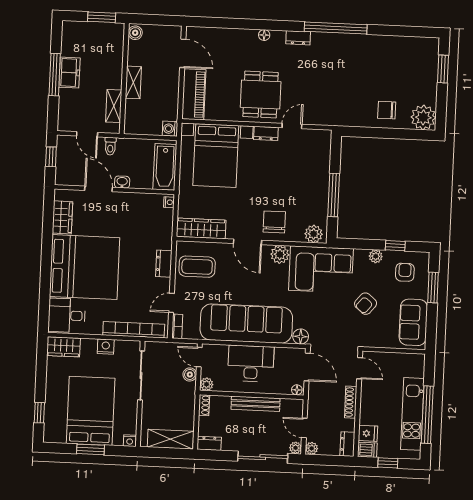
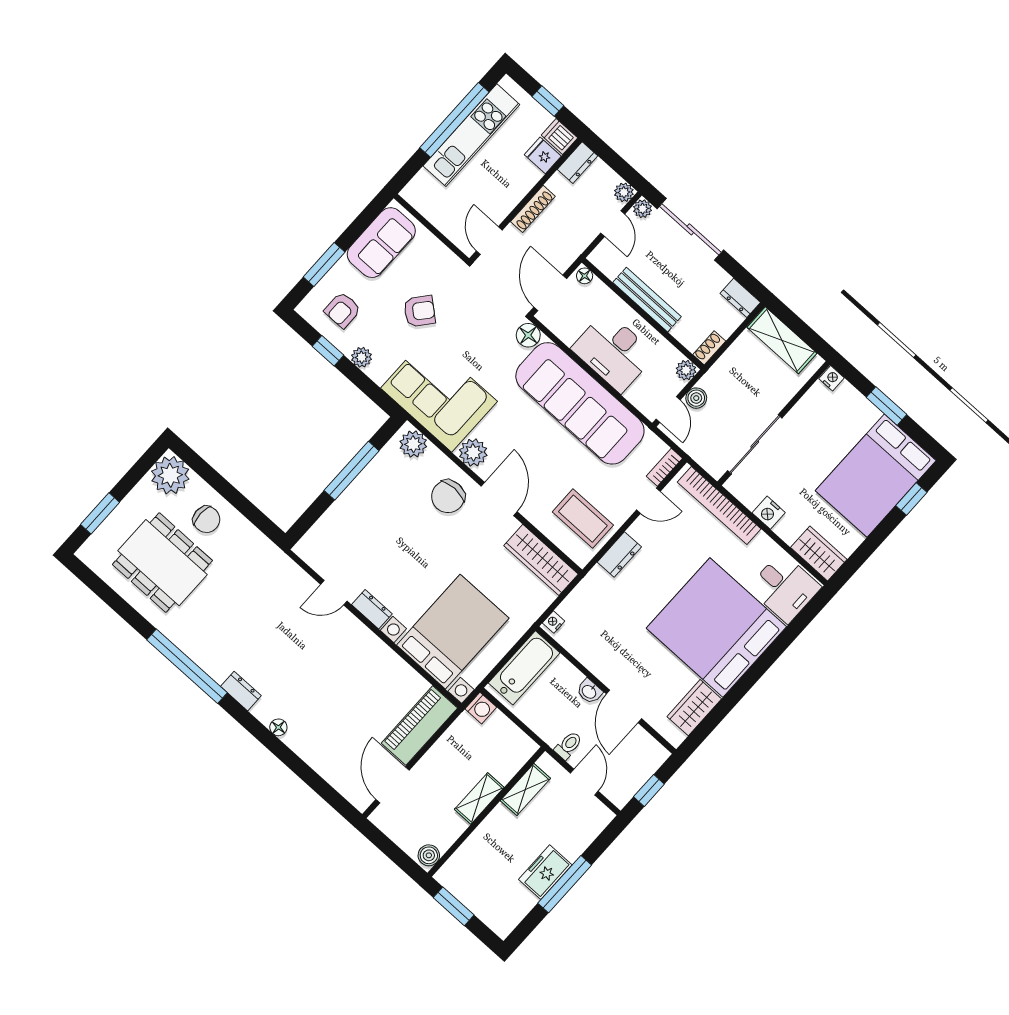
dining table: (261, 95) -> (162, 563), moved, width x1.37
bed: (91, 411) -> (876, 476), moved

